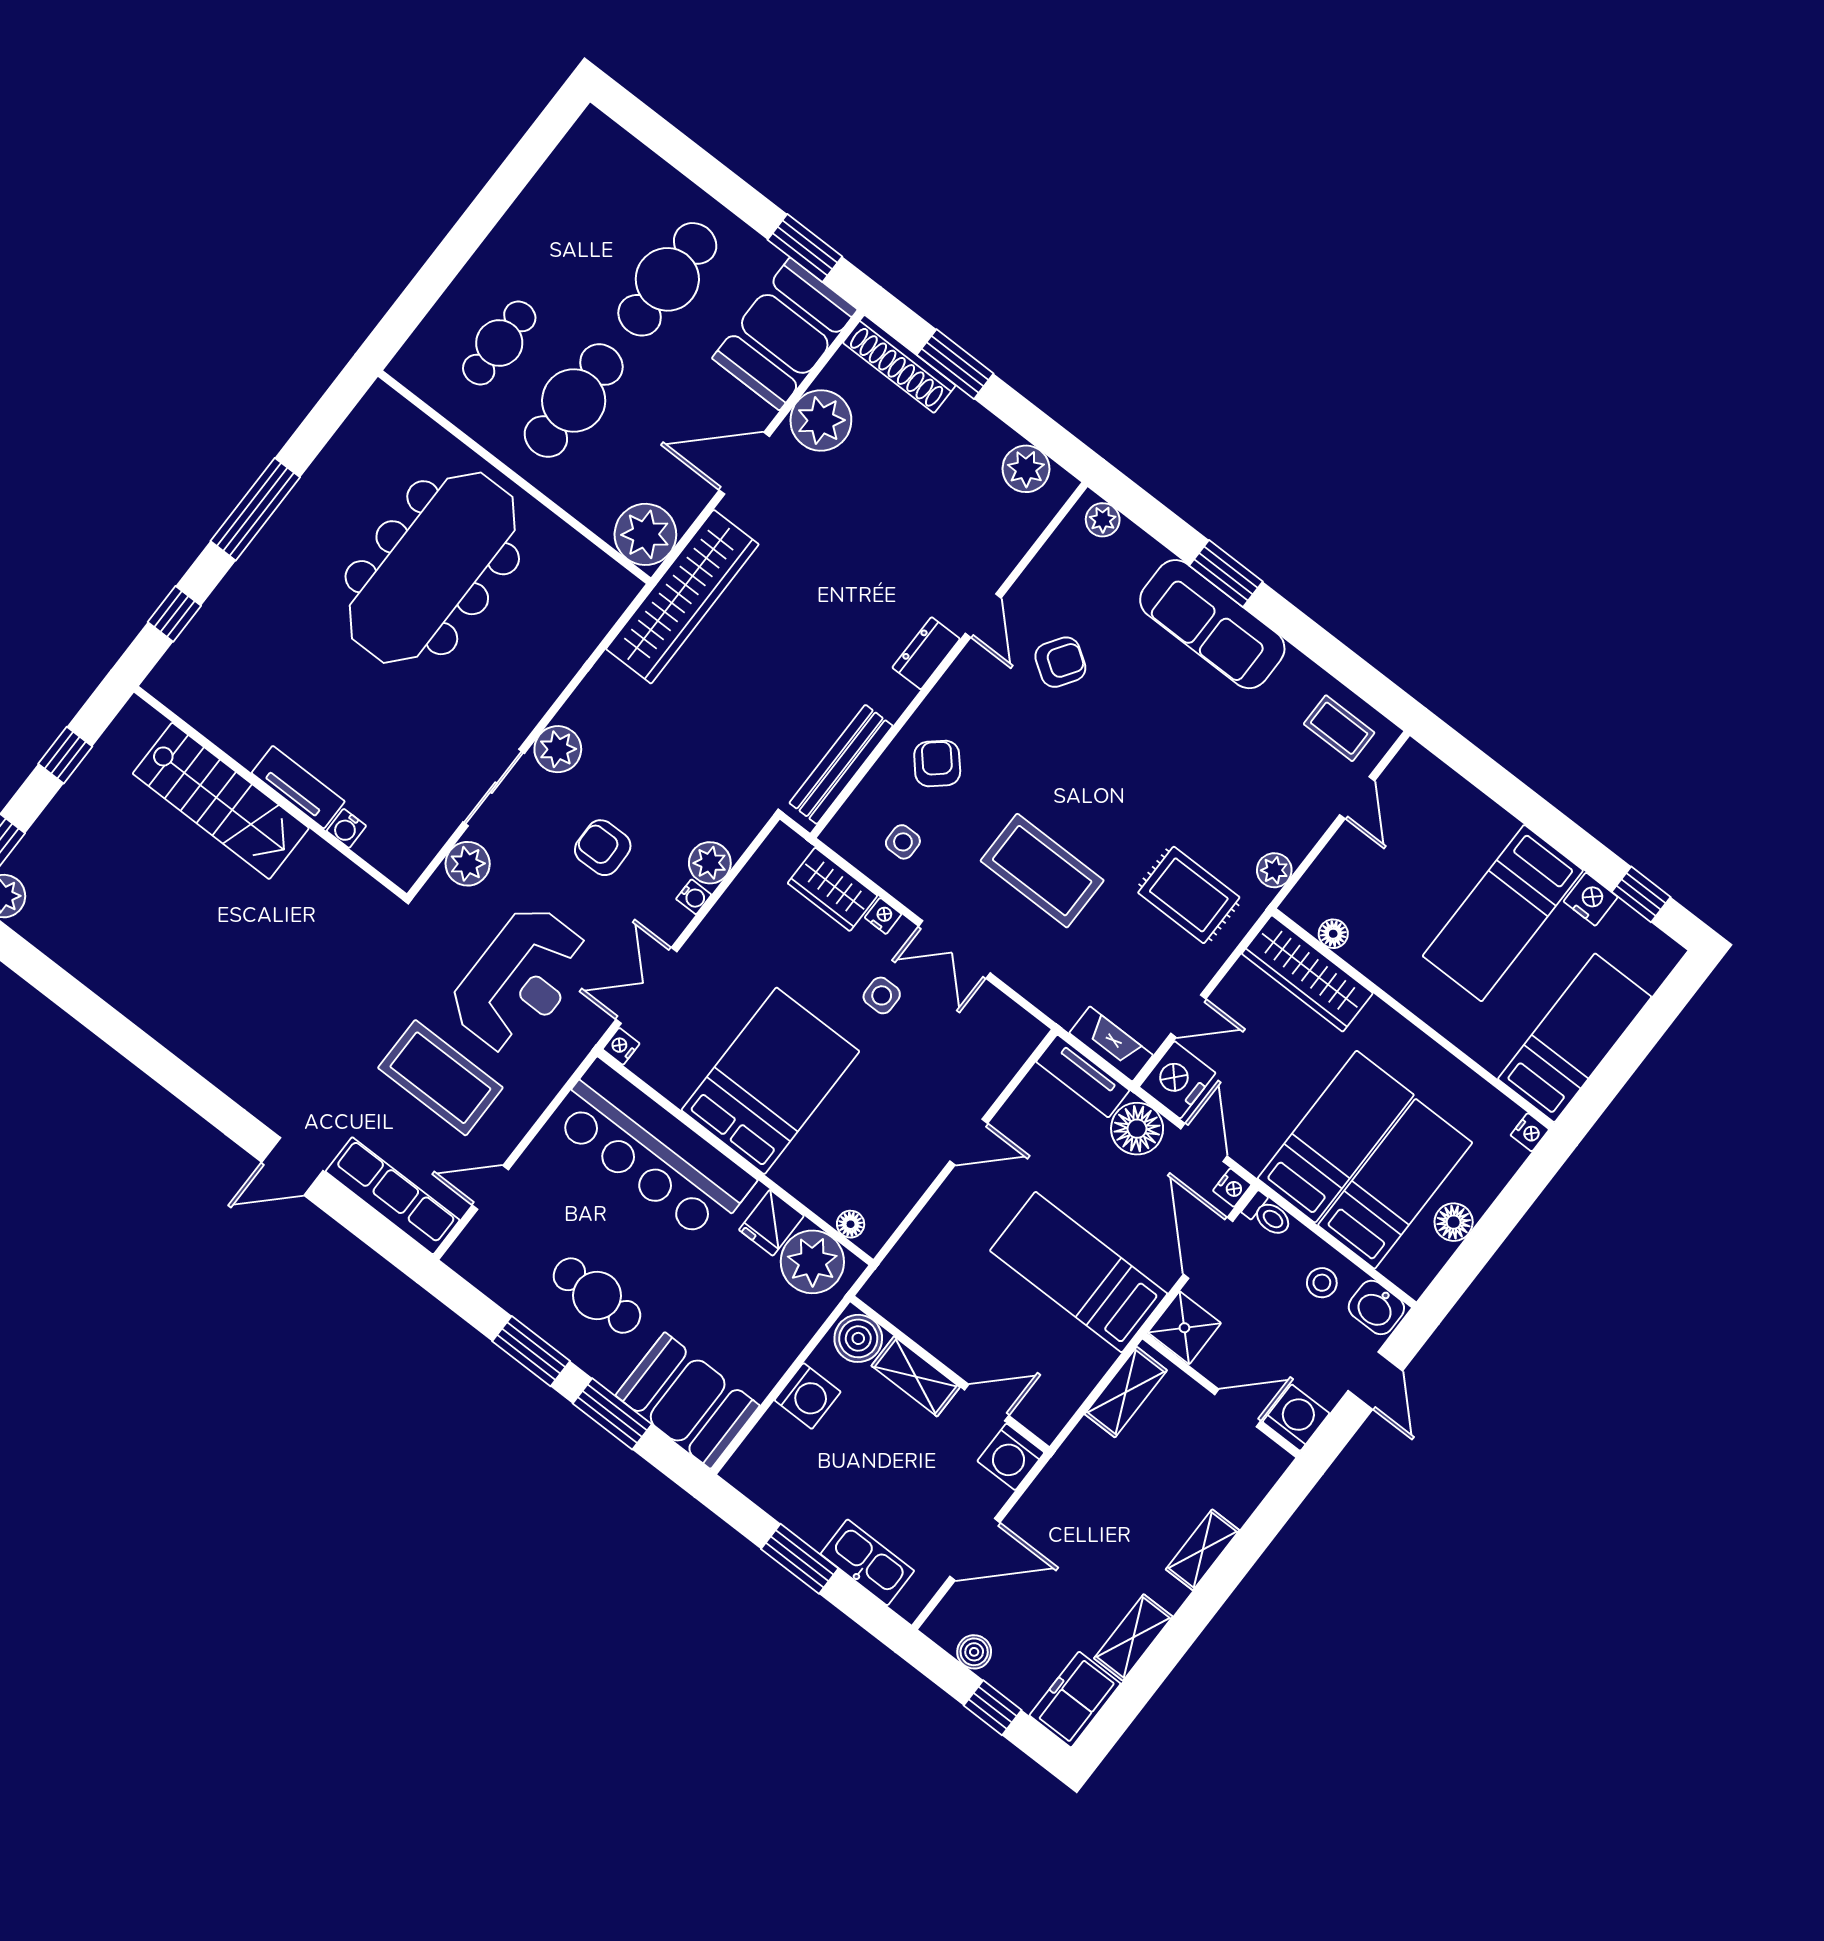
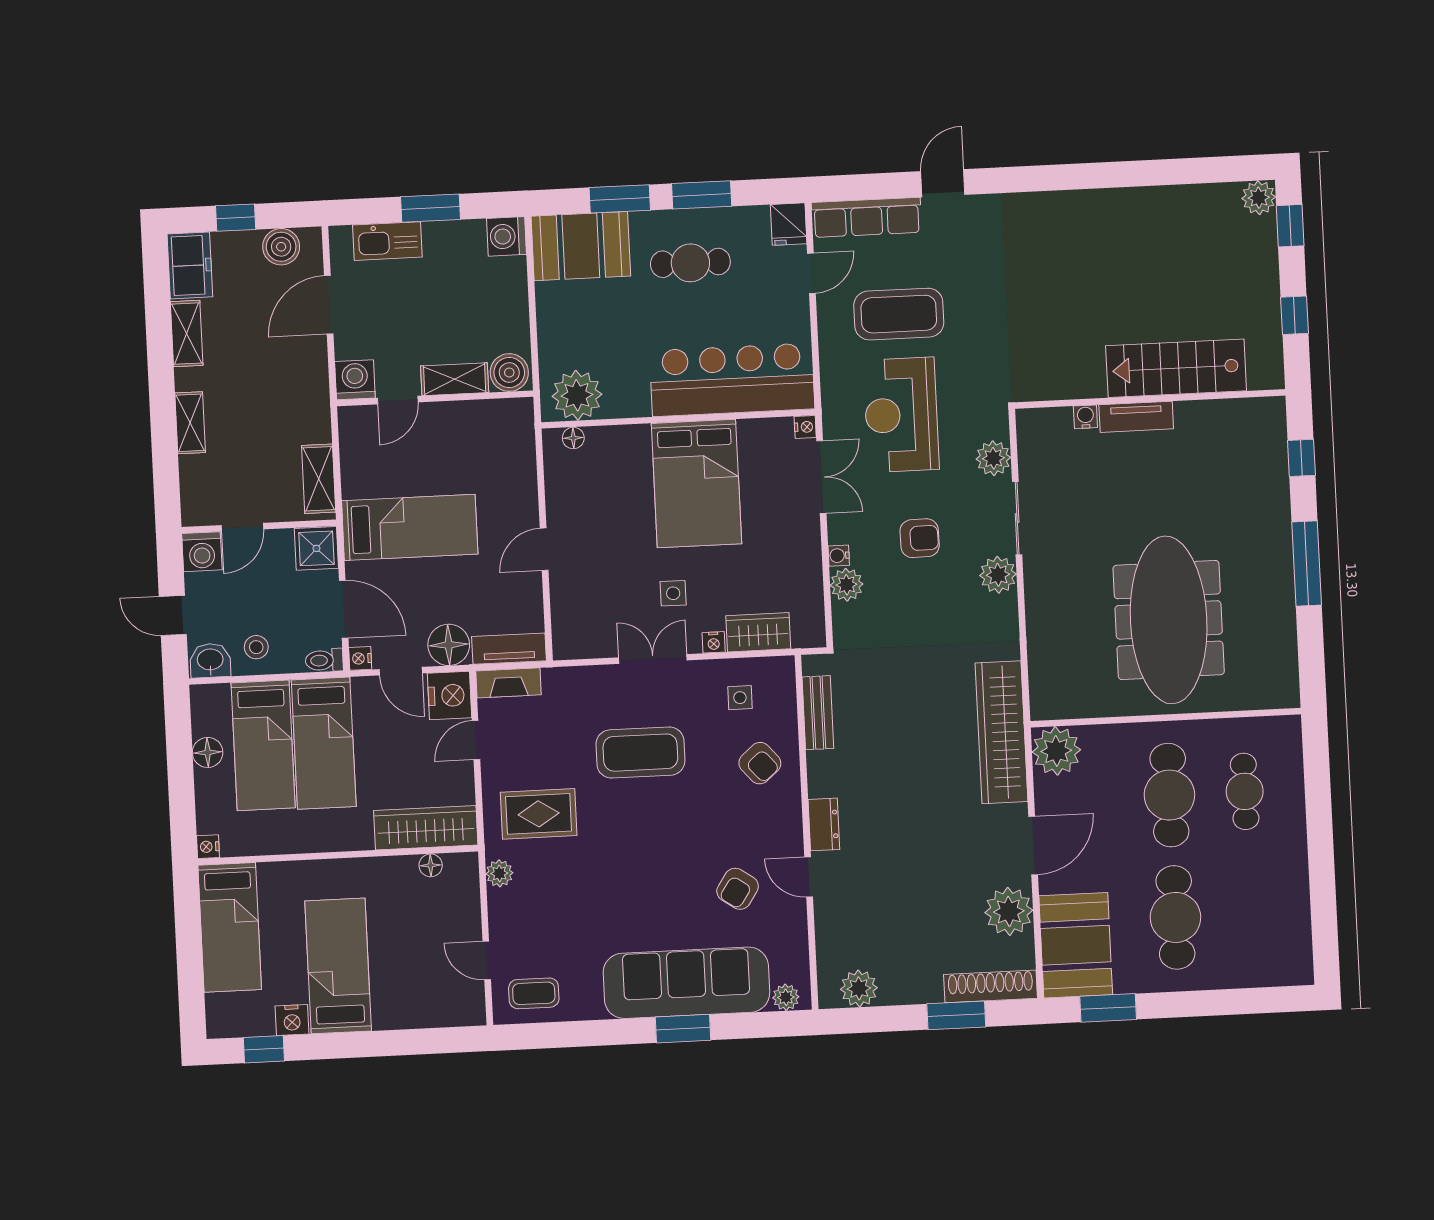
sofa: (1212, 624) -> (686, 983), width x1.36, depth x1.27
bench: (841, 764) -> (818, 713), width x0.73
fridge: (771, 1223) -> (789, 224), moved, turned 180
washing machine: (808, 1396) -> (506, 236), moved
boiler: (974, 1652) -> (281, 247), width x1.36, depth x1.36

